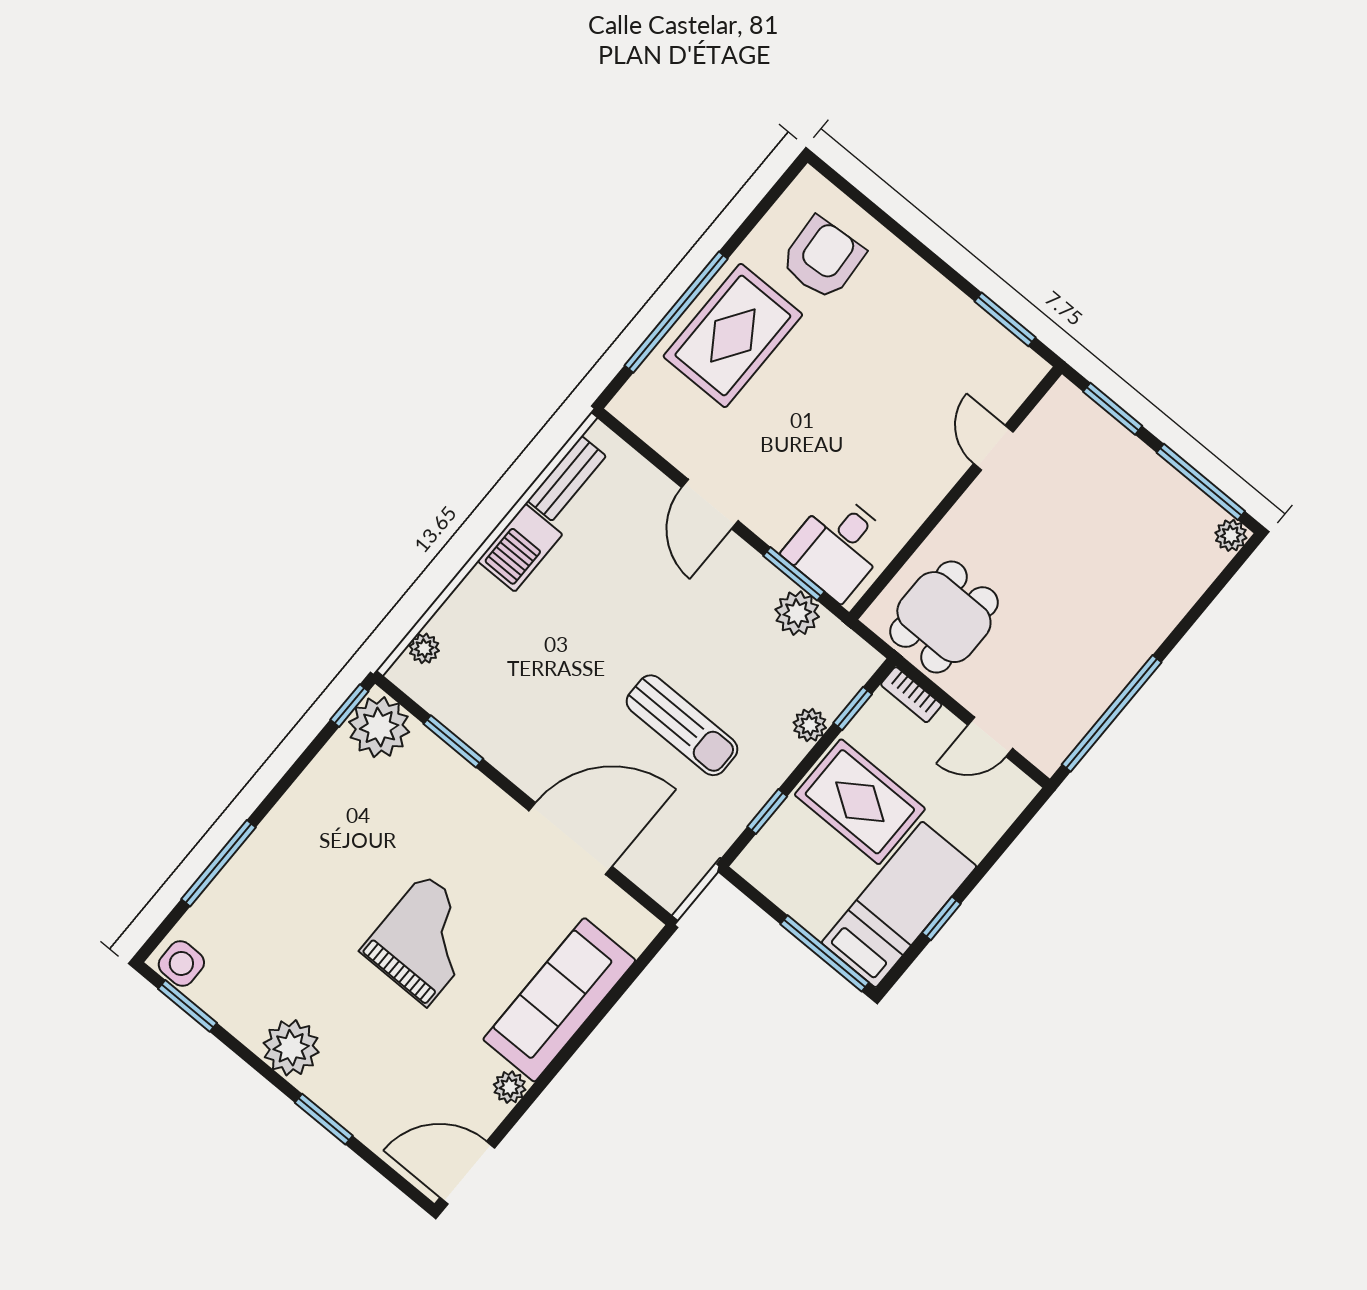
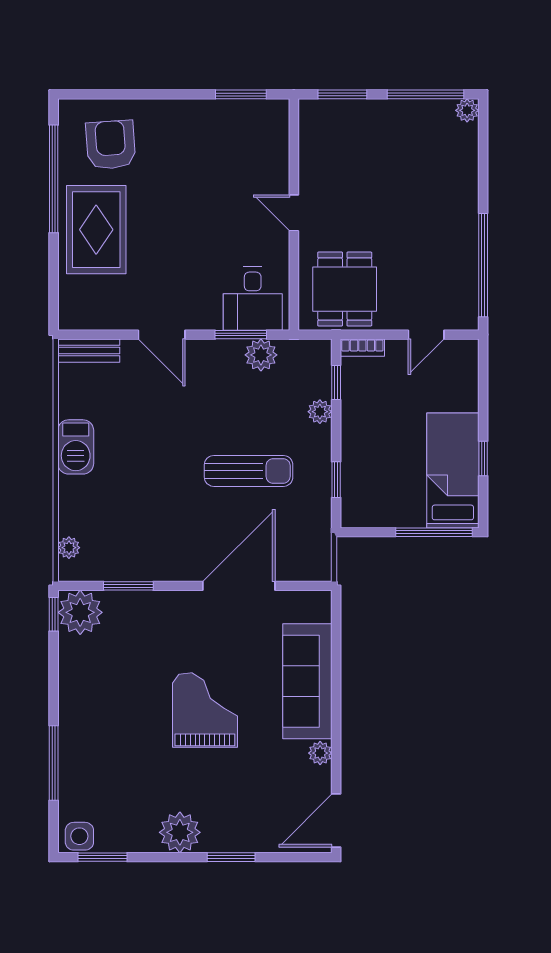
window: (676, 312) -> (54, 179), moved
door: (993, 448) -> (294, 213), moved
bench: (567, 478) -> (89, 351), moved, turned 90
rug: (860, 802) -> (383, 431), removed

